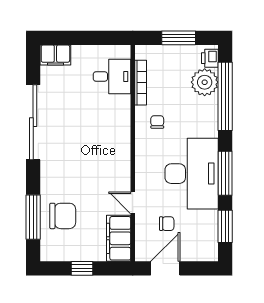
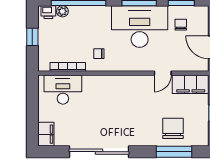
window: (179, 38) -> (32, 37), width x0.67
desk: (112, 77) -> (63, 90), width x1.37
plant: (205, 82) -> (62, 11), width x0.53, depth x0.53
chair: (167, 224) -> (181, 25), moved

